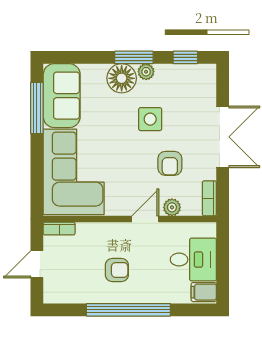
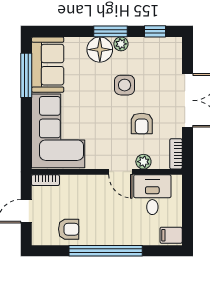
door: (145, 219) -> (120, 172), swing flipped
desk: (193, 260) -> (152, 195), moved, turned -90
armchair: (117, 270) -> (69, 229), moved

